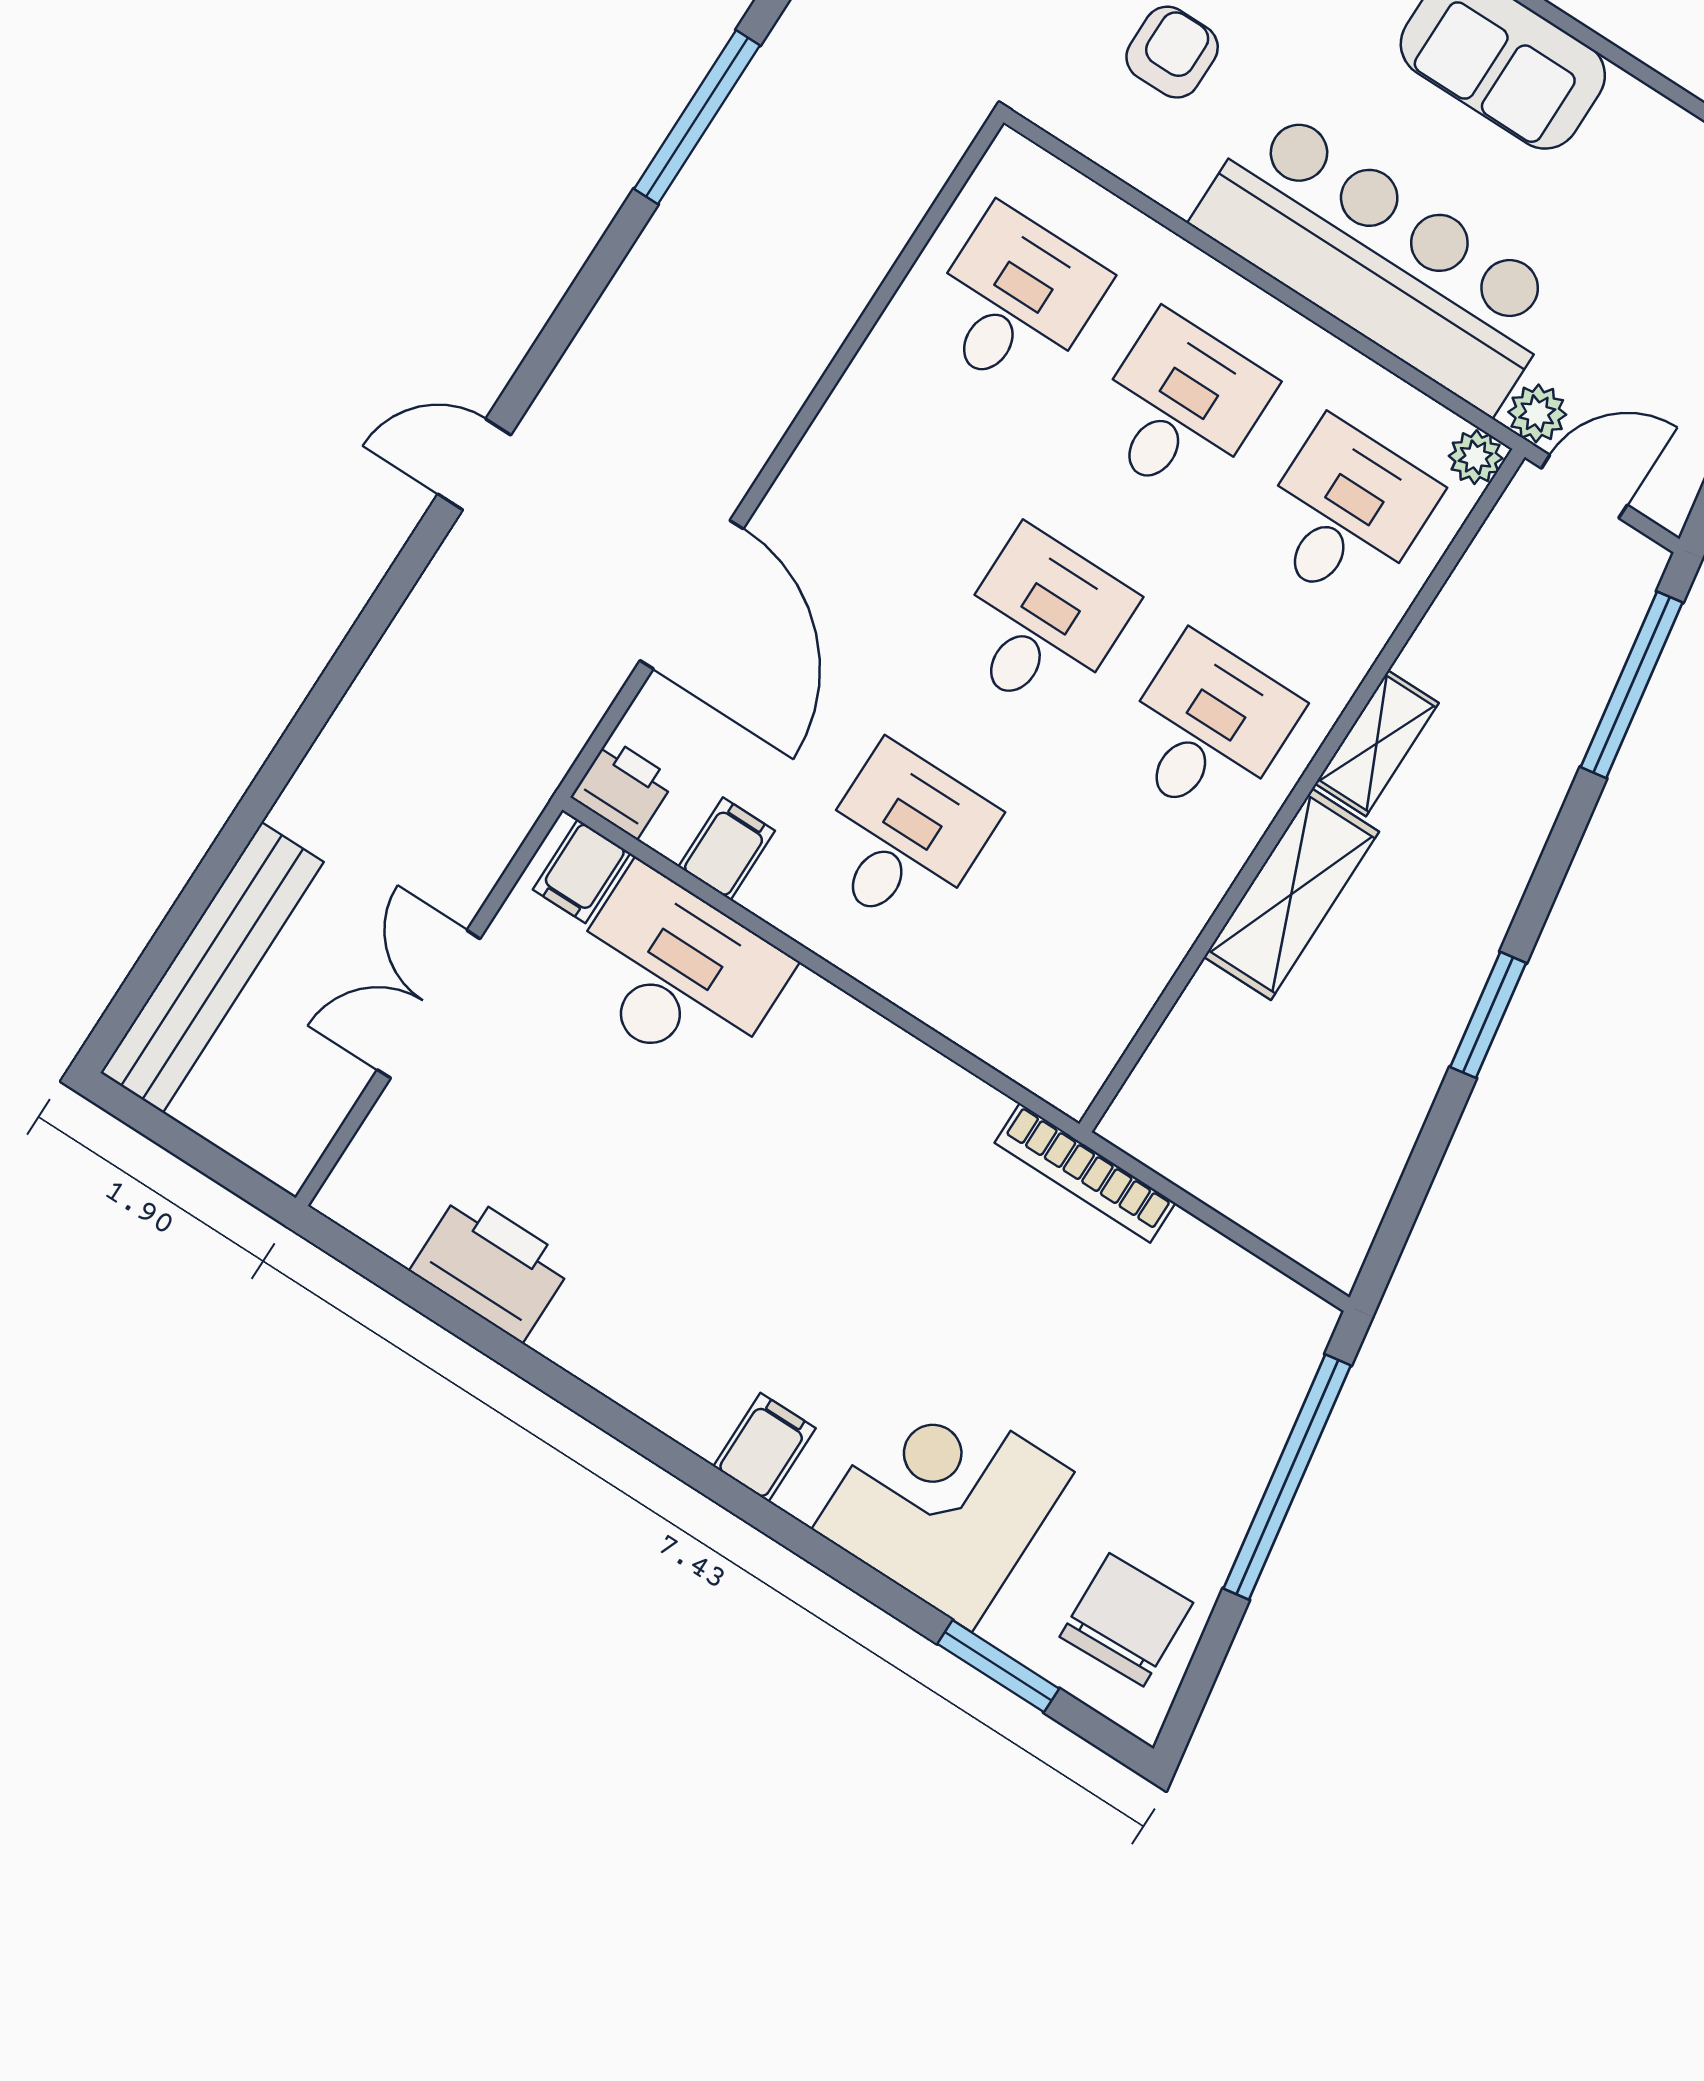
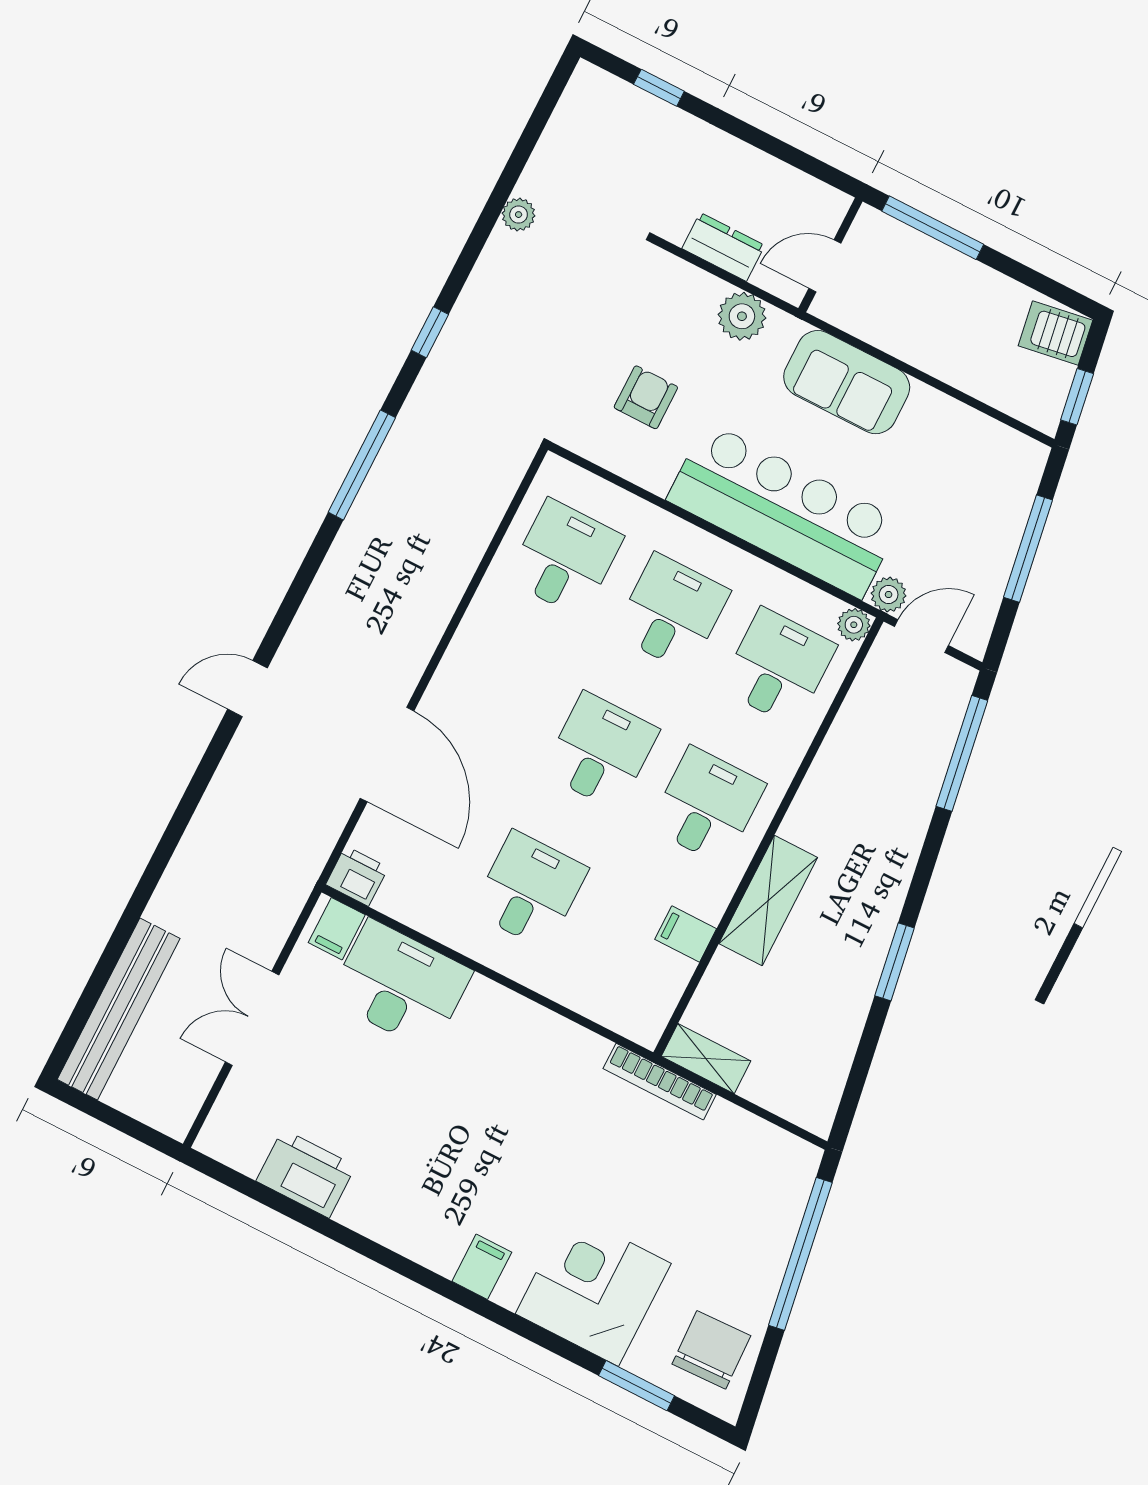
shelving: (1377, 743) -> (706, 1059), moved, turned 90
filing cabinet: (727, 849) -> (686, 934), moved, turned -90

